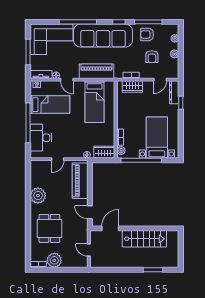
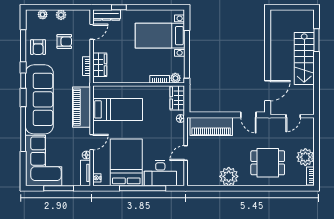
door: (160, 80) -> (92, 32), hinge flipped
bed: (50, 105) -> (126, 162), width x1.50
door: (58, 159) -> (186, 153), swing flipped
door: (90, 212) -> (248, 115), hinge flipped
door: (110, 228) -> (268, 91), swing flipped
stairs: (144, 239) -> (304, 58), moved, turned 180

